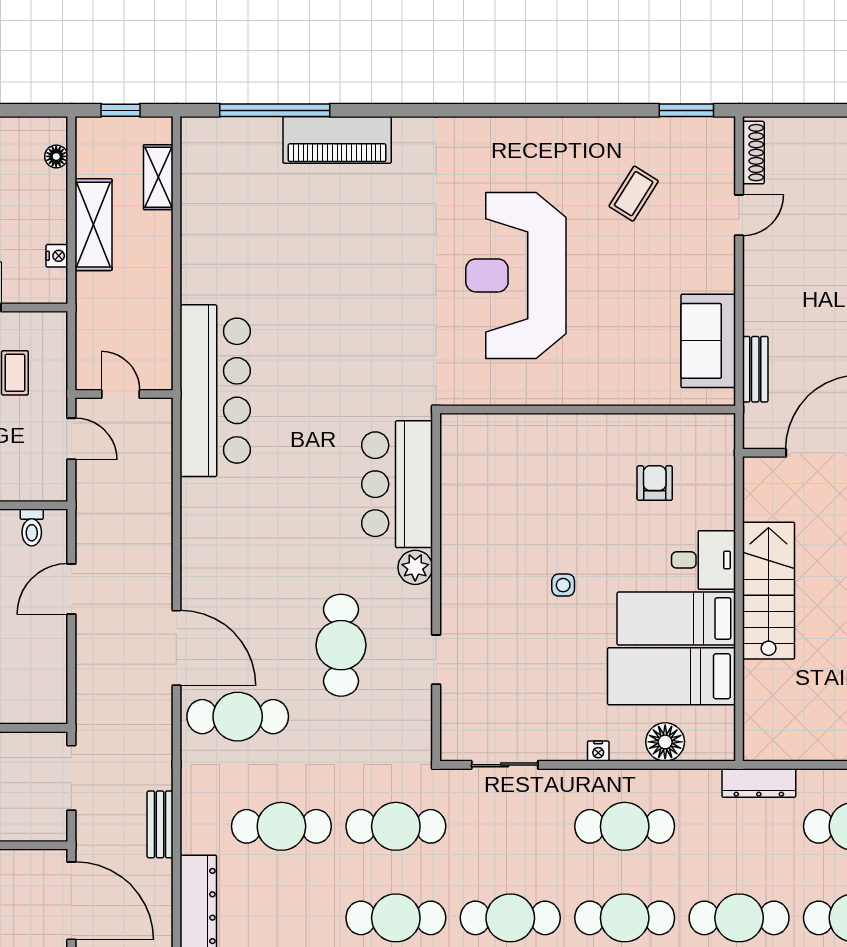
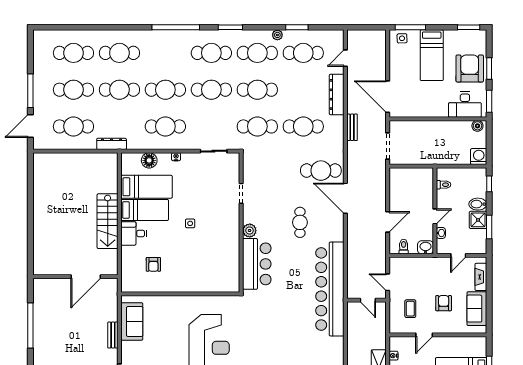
bench: (755, 369) -> (113, 335), moved
bar counter: (215, 391) -> (330, 289), width x1.36
cafe table: (341, 645) -> (300, 222), moved, width x0.73, depth x0.74

